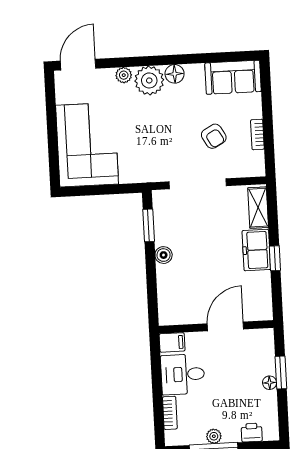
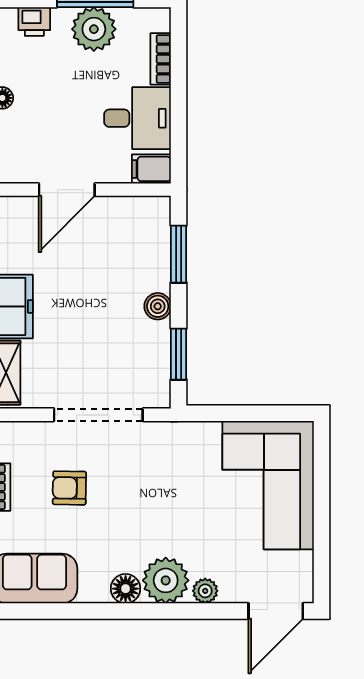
armchair: (214, 136) -> (69, 488), turned -59
window: (152, 289) -> (179, 254), added
plant: (214, 436) -> (94, 29), width x1.88, depth x1.88

